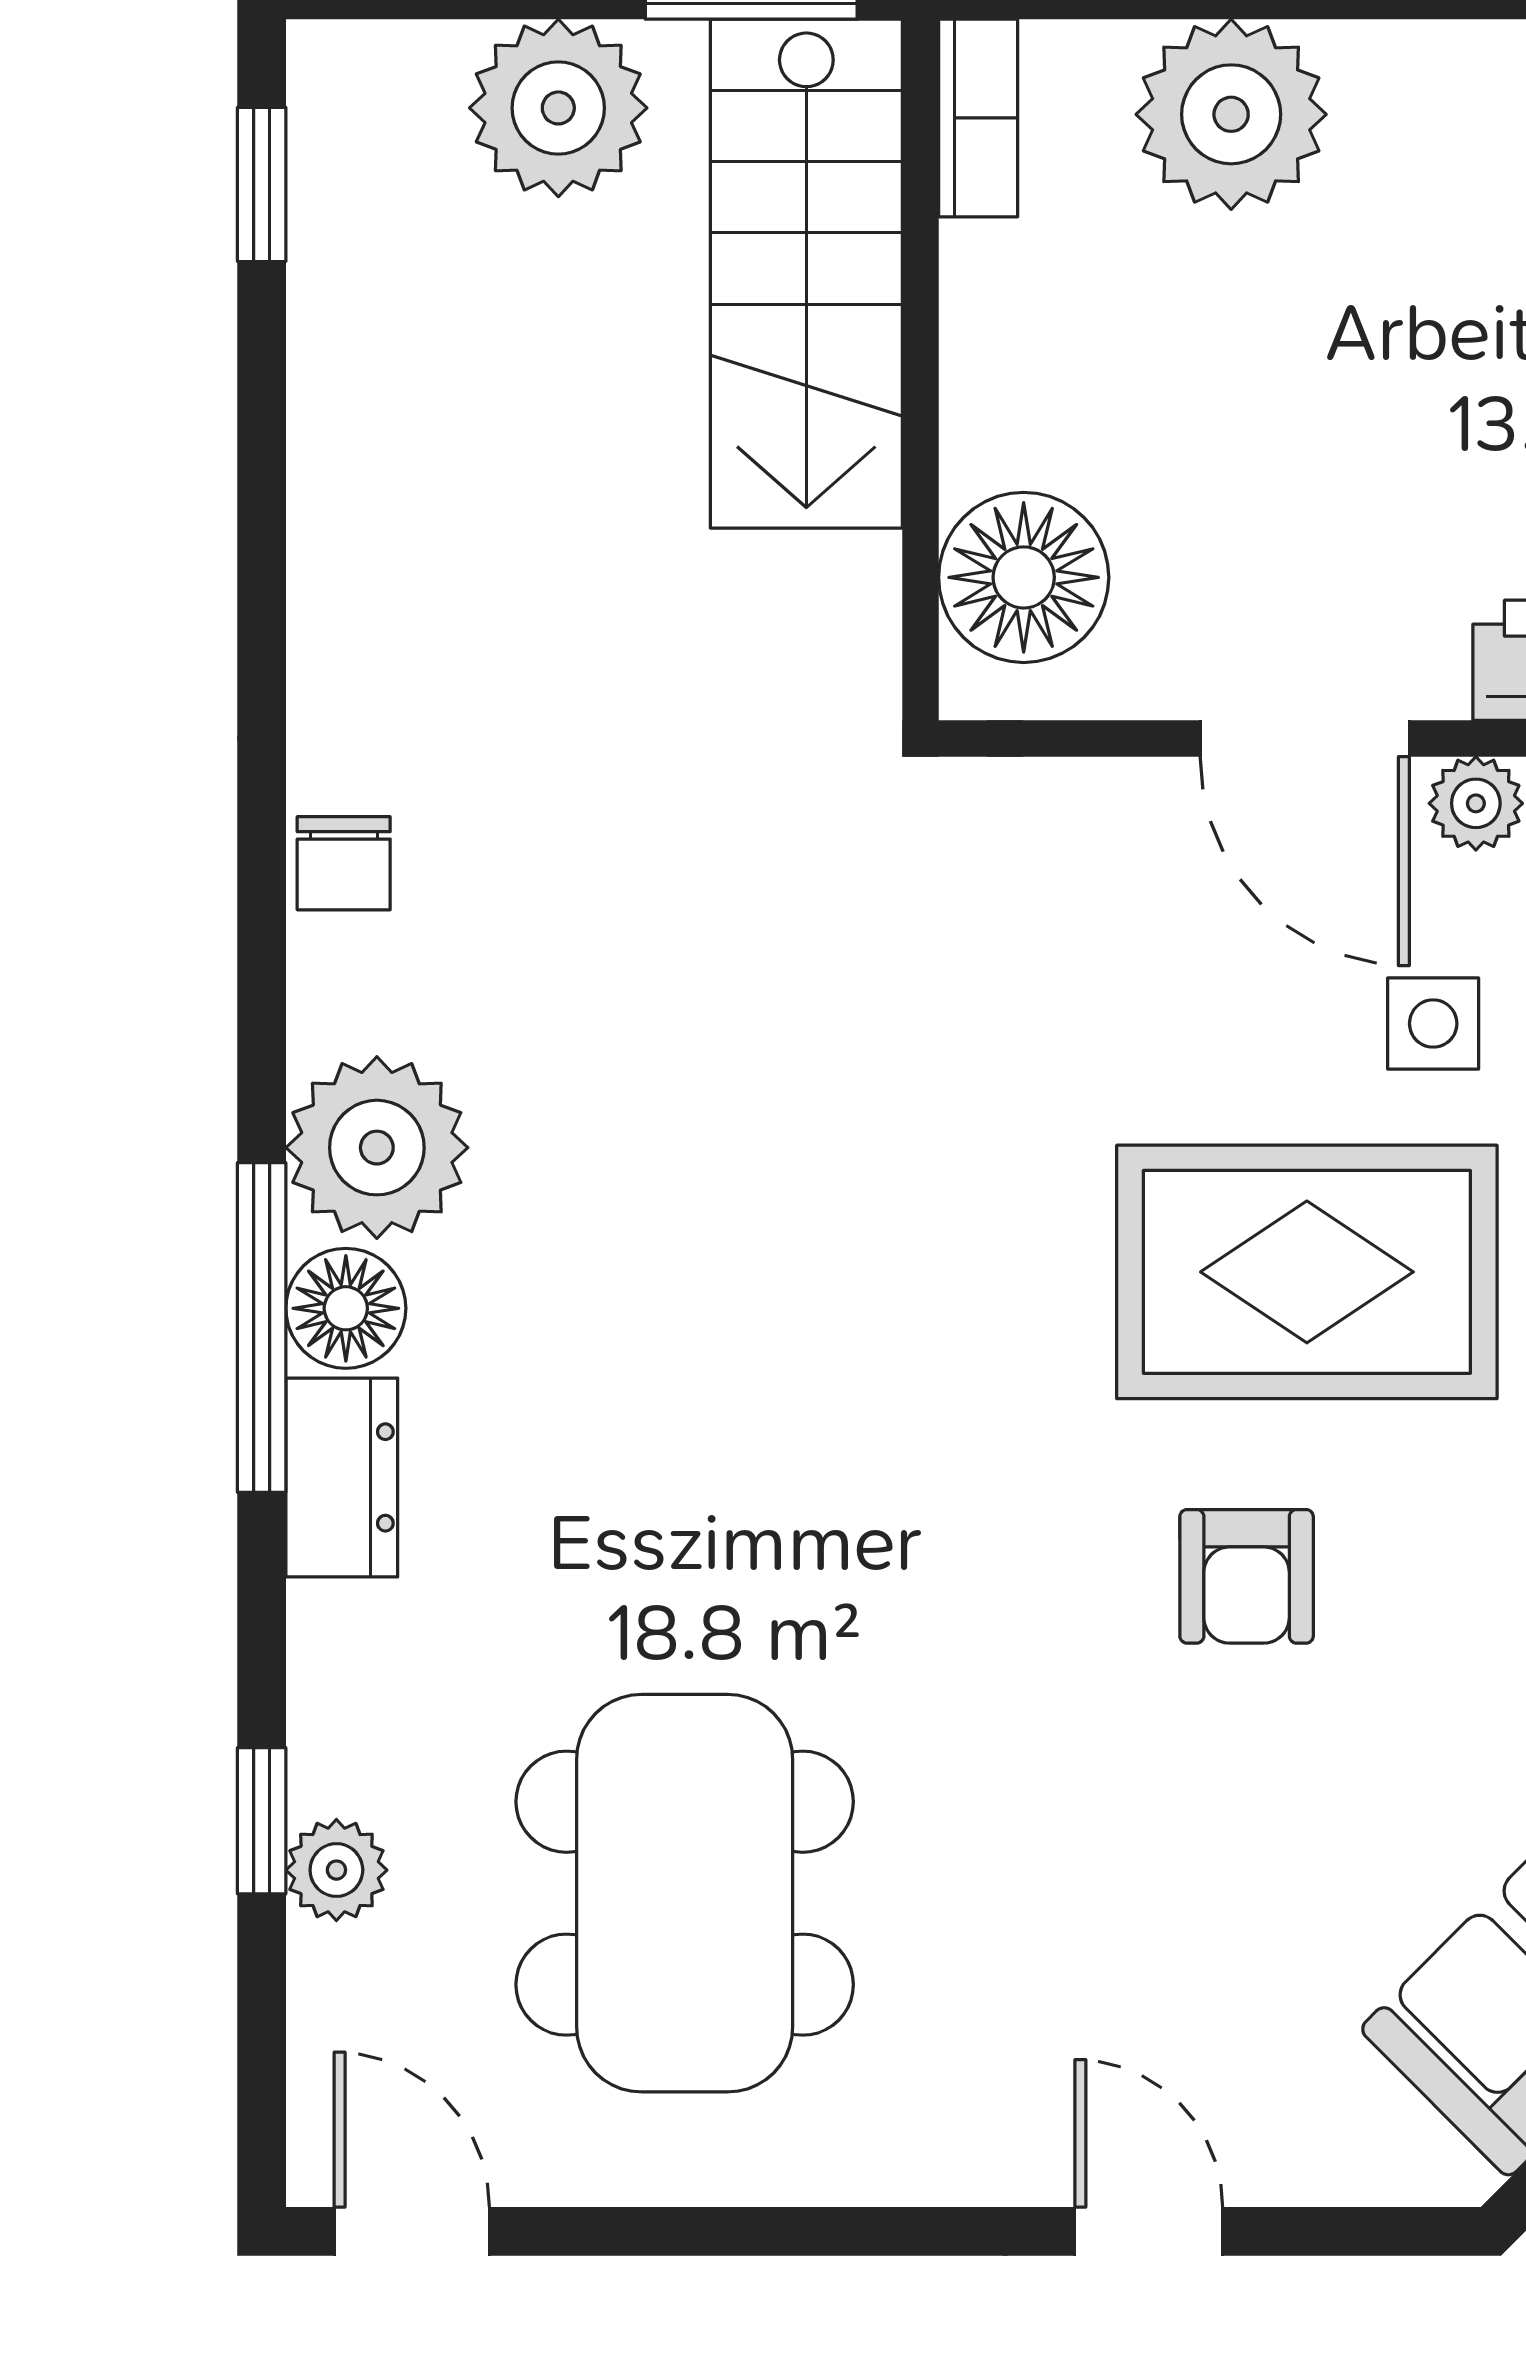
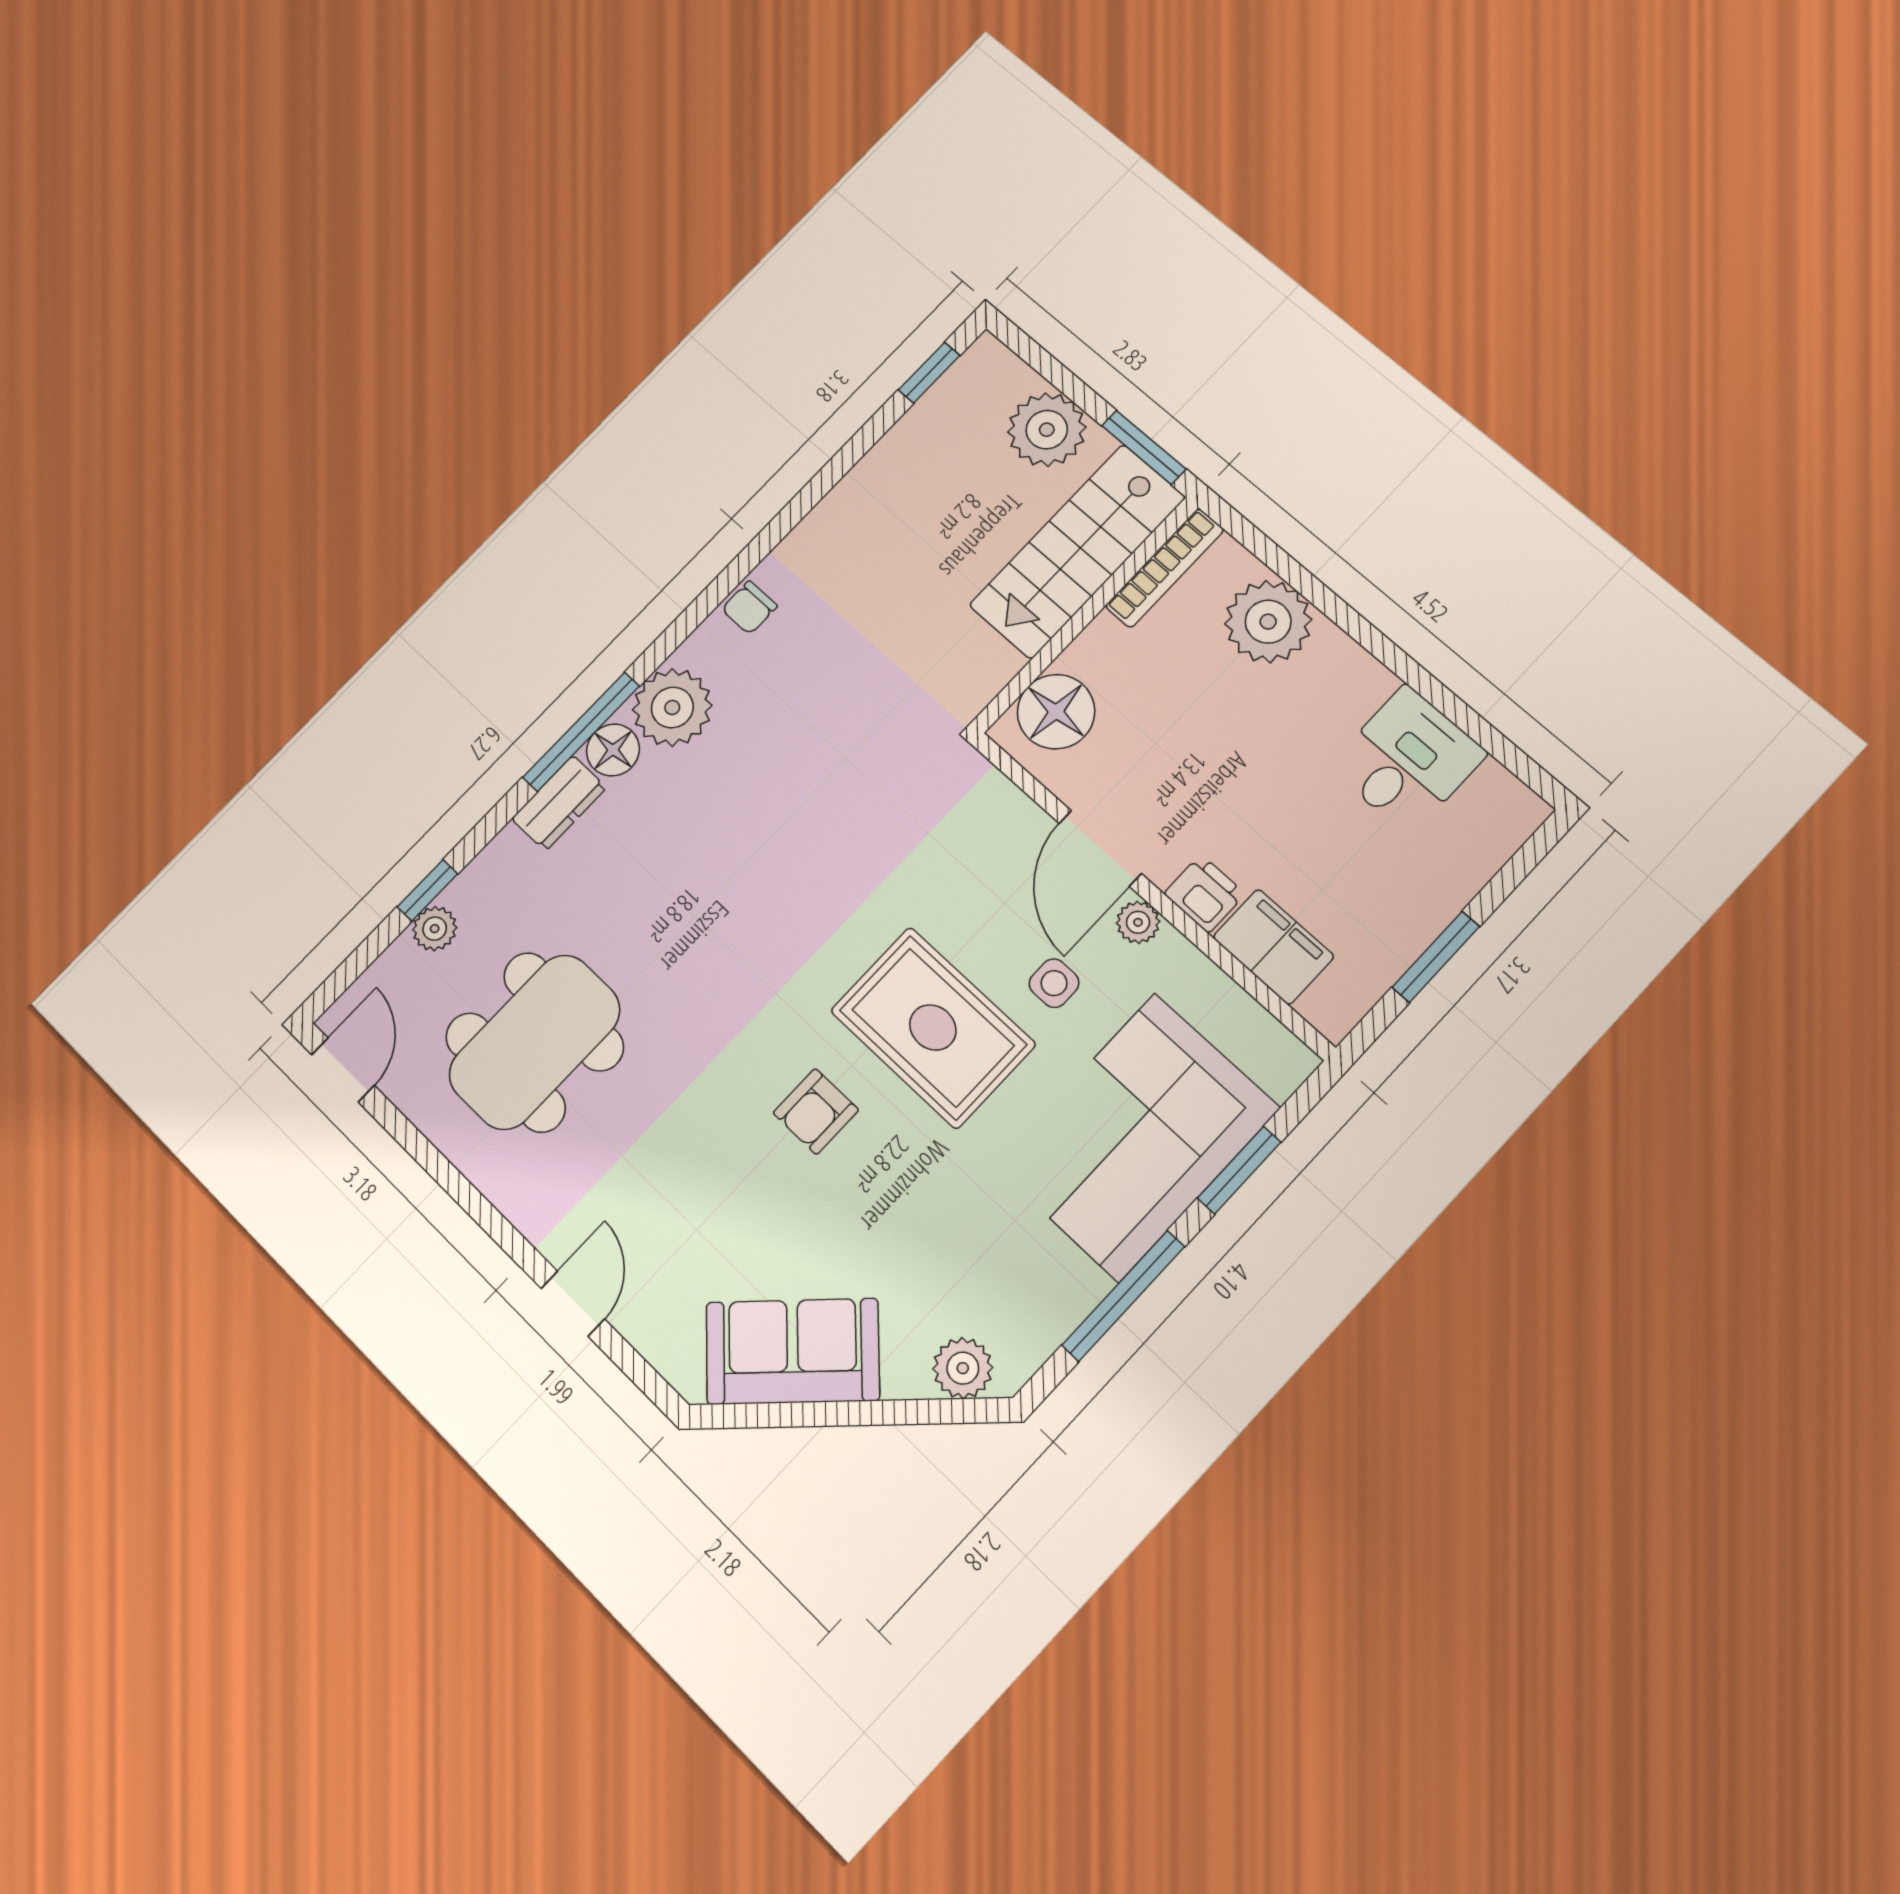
bookcase: (978, 118) -> (1165, 568), width x1.56

